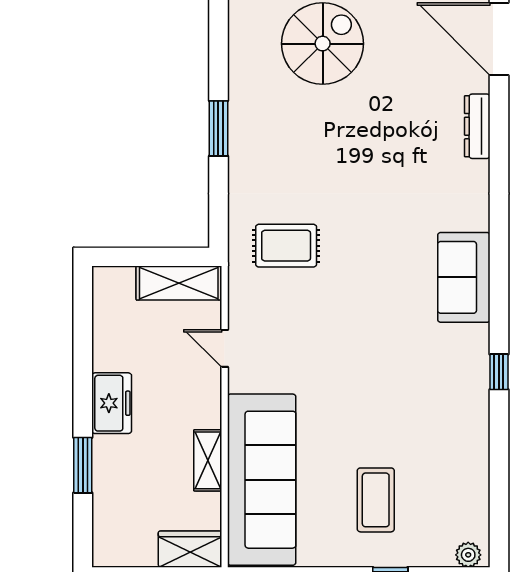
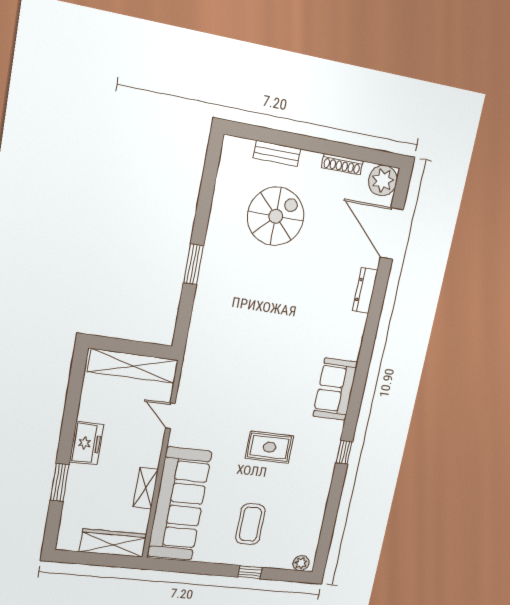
rug: (286, 246) -> (269, 447), moved
shelving: (179, 283) -> (133, 366), width x1.47
wardrobe: (190, 549) -> (113, 543), width x1.50

